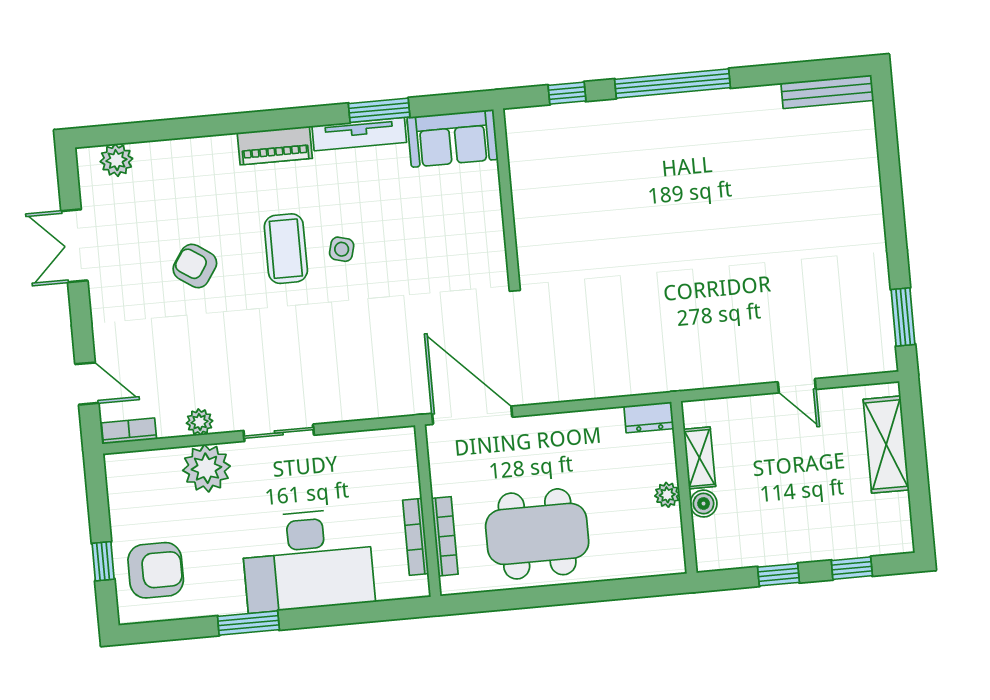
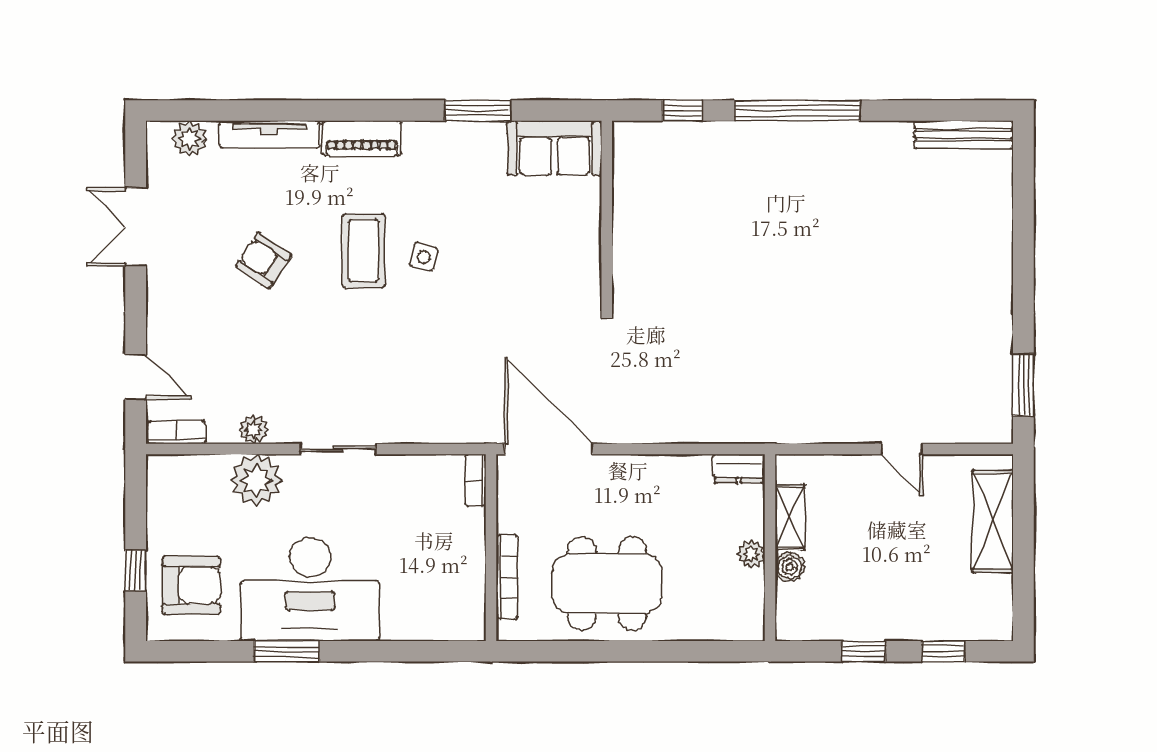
tv unit: (359, 134) -> (269, 134), moved
bookcase: (416, 537) -> (475, 480), moved, width x0.64
desk: (308, 560) -> (310, 589), moved

